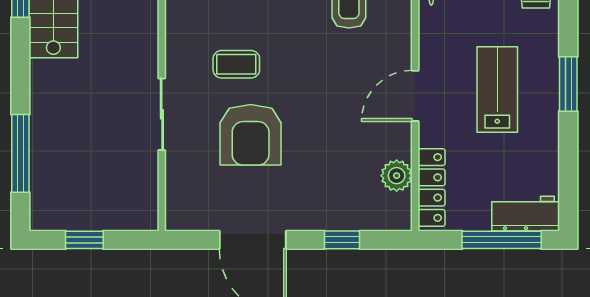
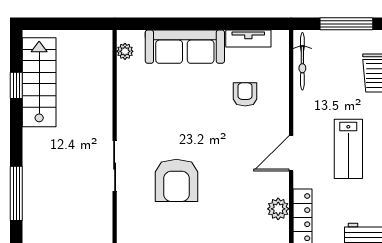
coffee table: (236, 64) -> (167, 131), removed
lab bench: (497, 90) -> (348, 149), turned 180

